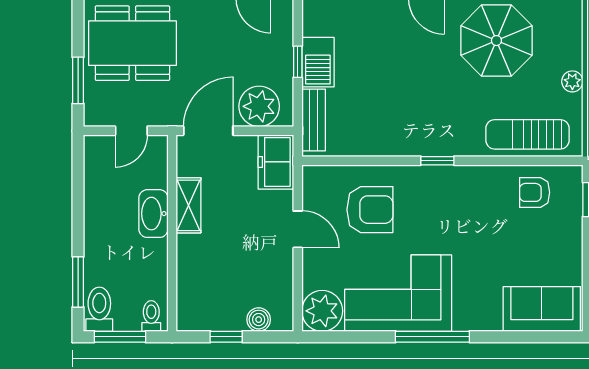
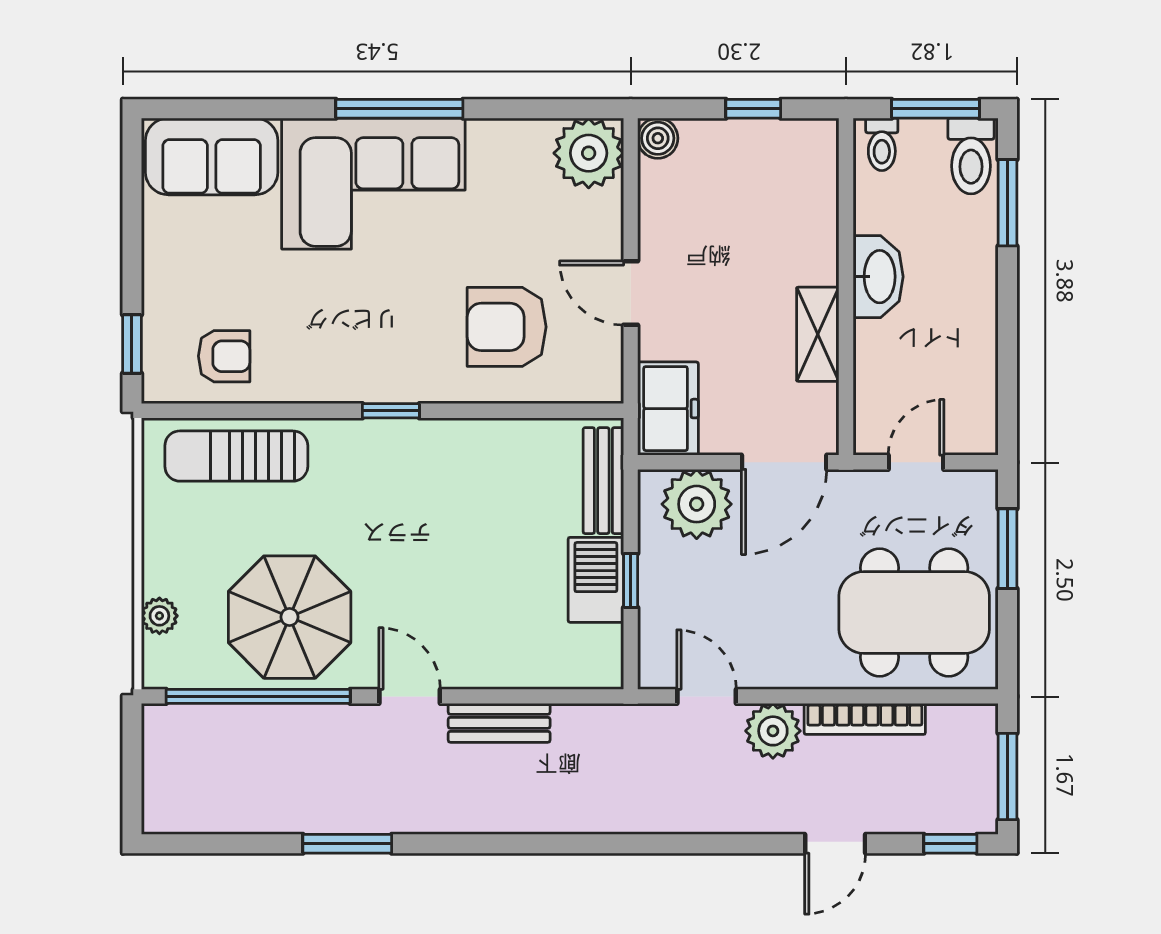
plant: (572, 81) -> (159, 616), moved
sun lounger: (527, 134) -> (236, 456), turned 180
washbasin: (153, 214) -> (878, 277), moved
corner sofa: (398, 293) -> (373, 184), moved
boiler: (259, 320) -> (658, 138), moved

